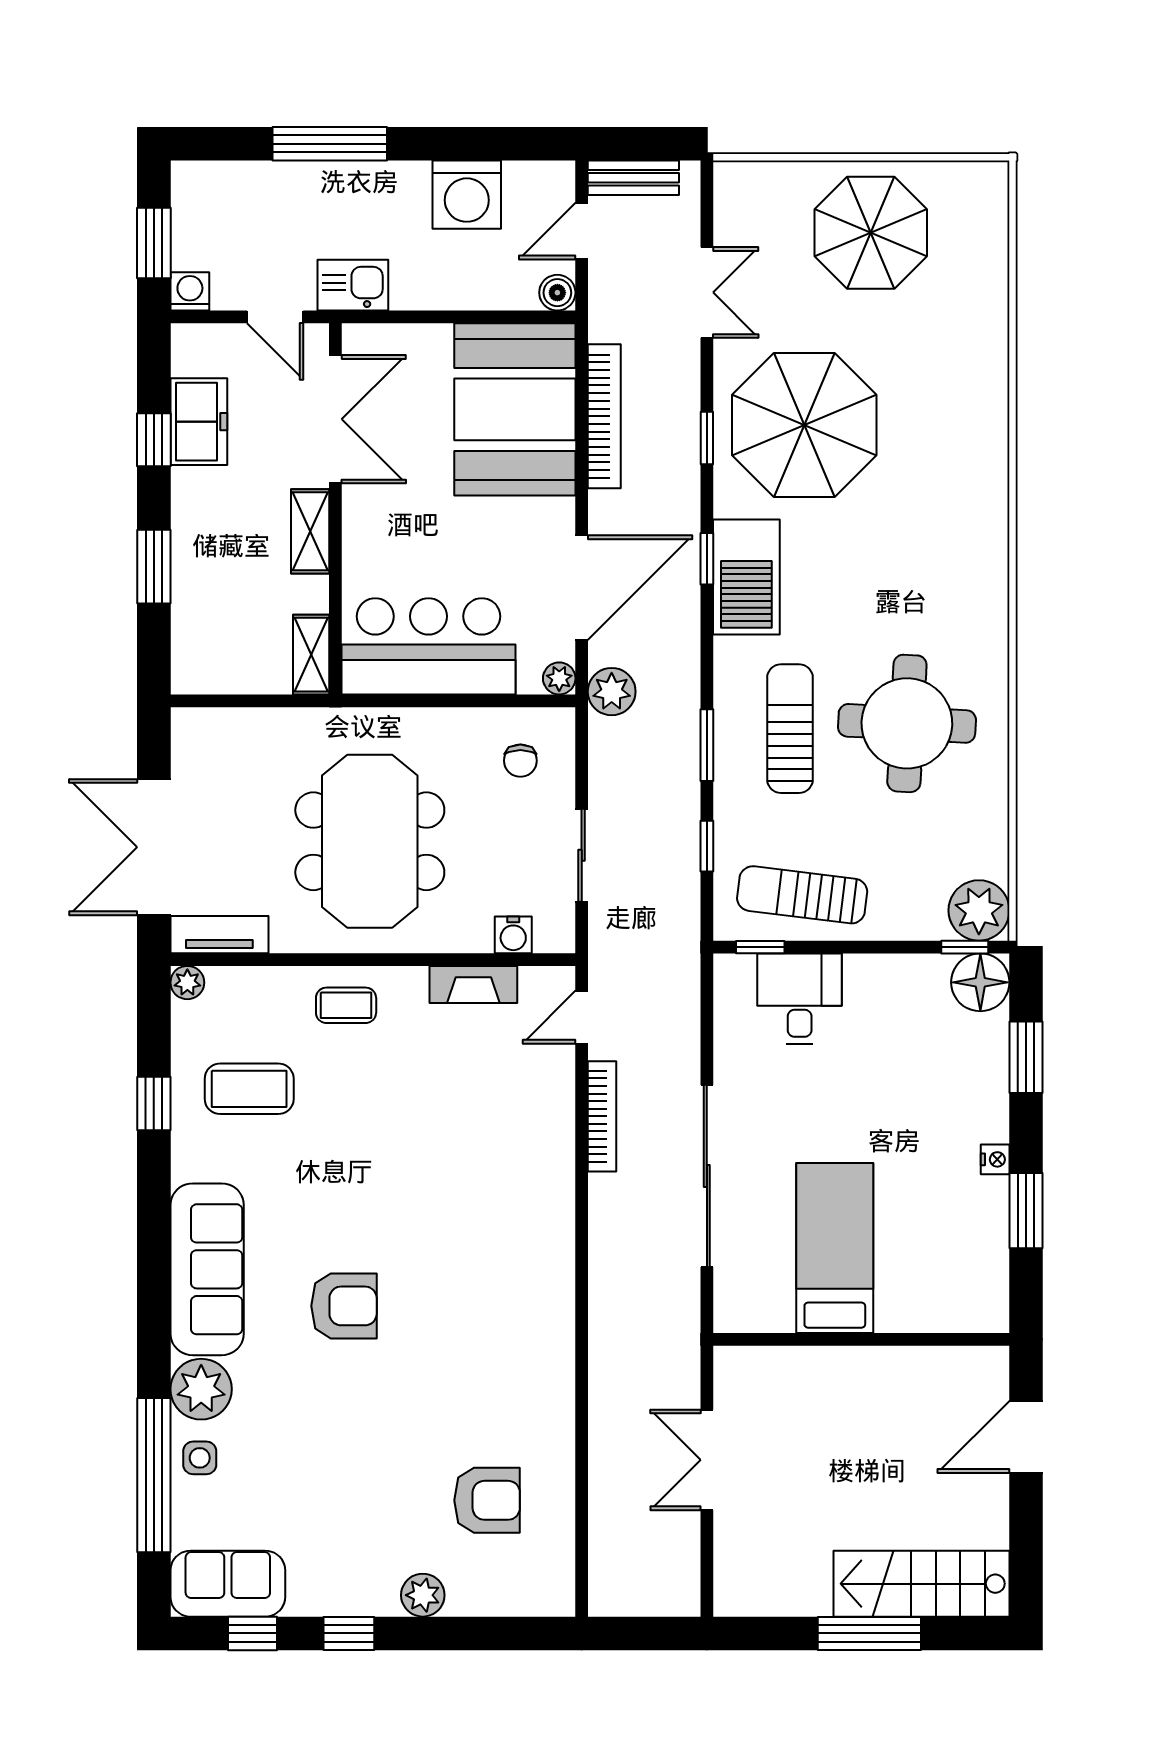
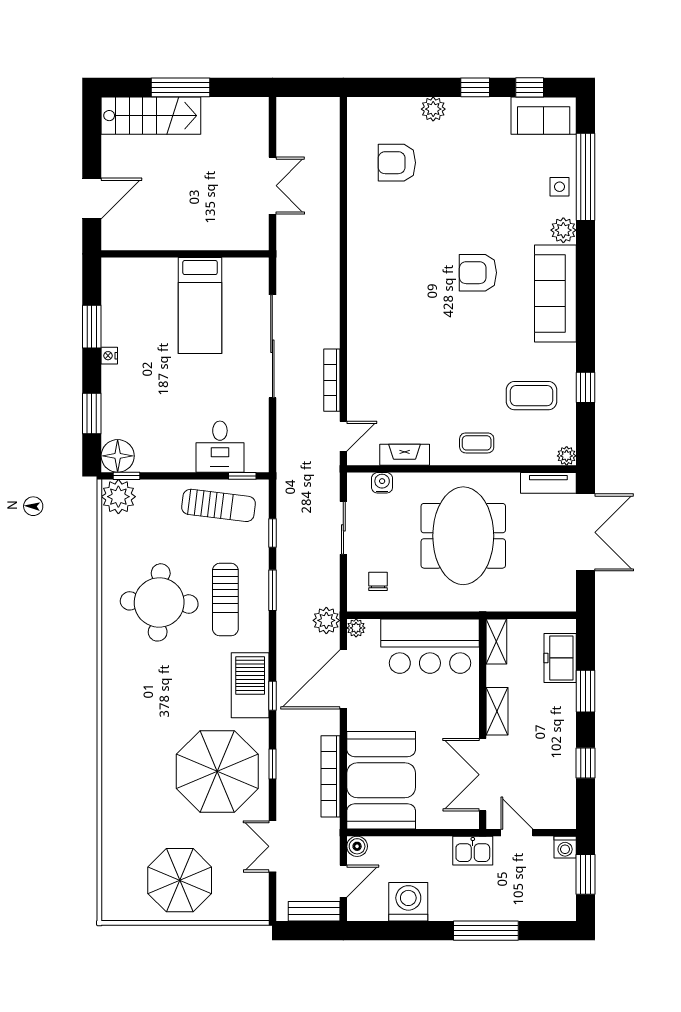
freezer: (199, 422) -> (560, 658), moved
plant: (201, 1389) -> (563, 230), width x0.73, depth x0.73

